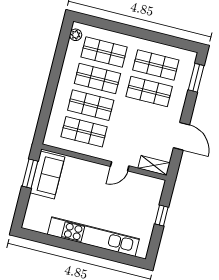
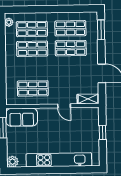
shop shelf: (91, 105) -> (32, 69), removed
door: (120, 166) -> (64, 106), hinge flipped
sofa: (47, 175) -> (22, 117), moved, turned 90
plant: (31, 222) -> (12, 162), added

